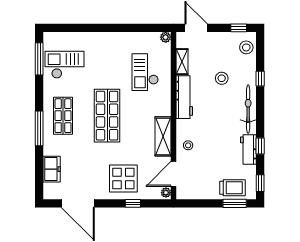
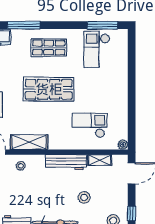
checkout: (65, 65) -> (97, 49), turned 180
window: (39, 128) -> (24, 25), moved

